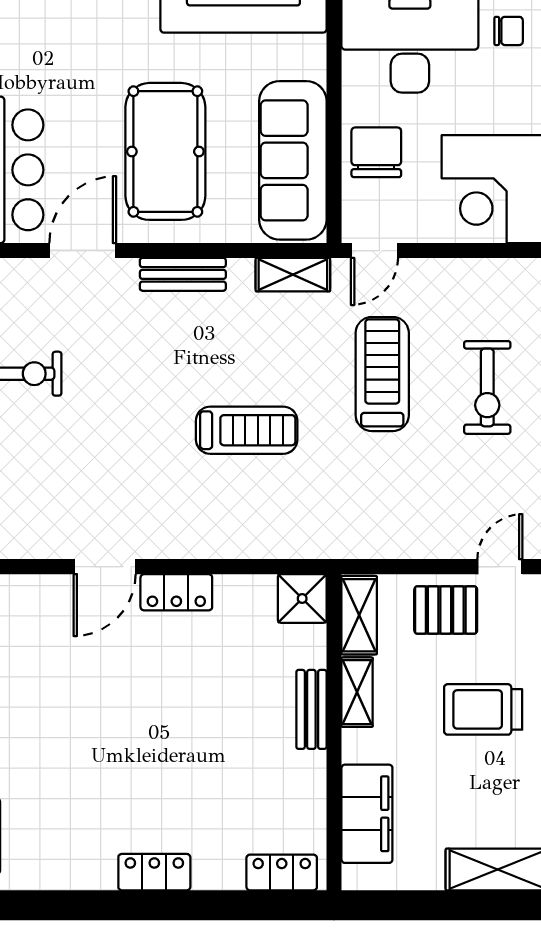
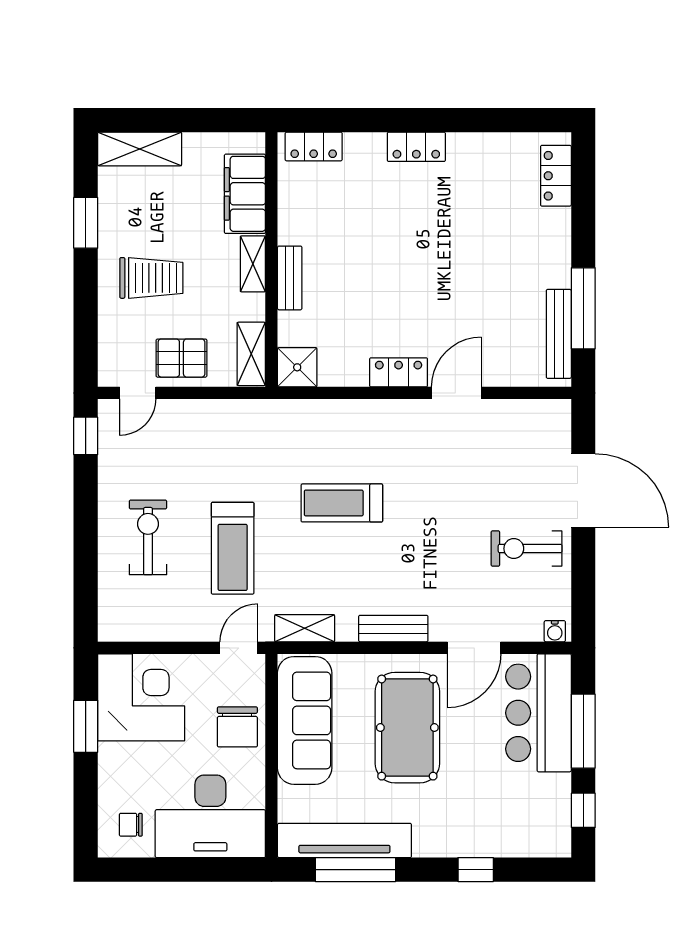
shelving: (357, 692) -> (253, 264), moved

